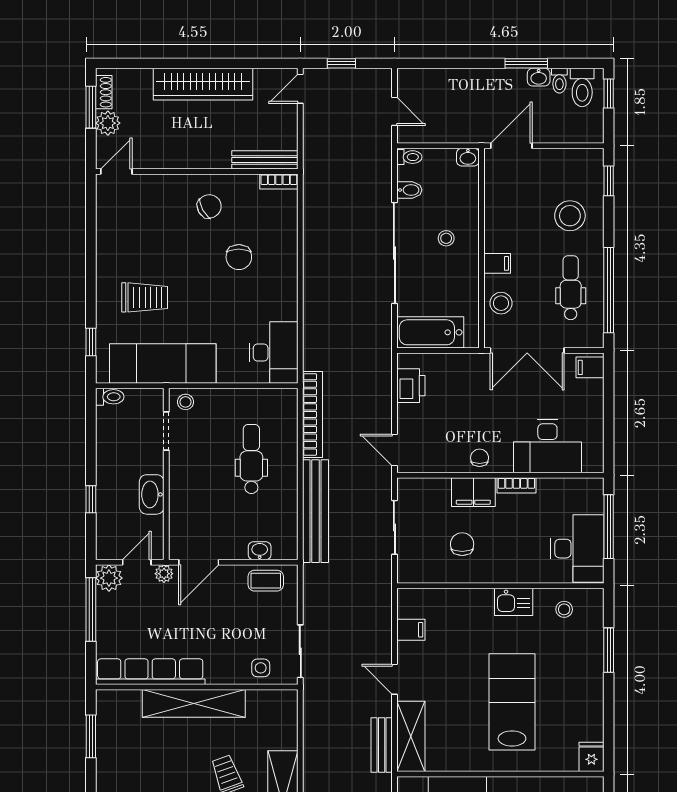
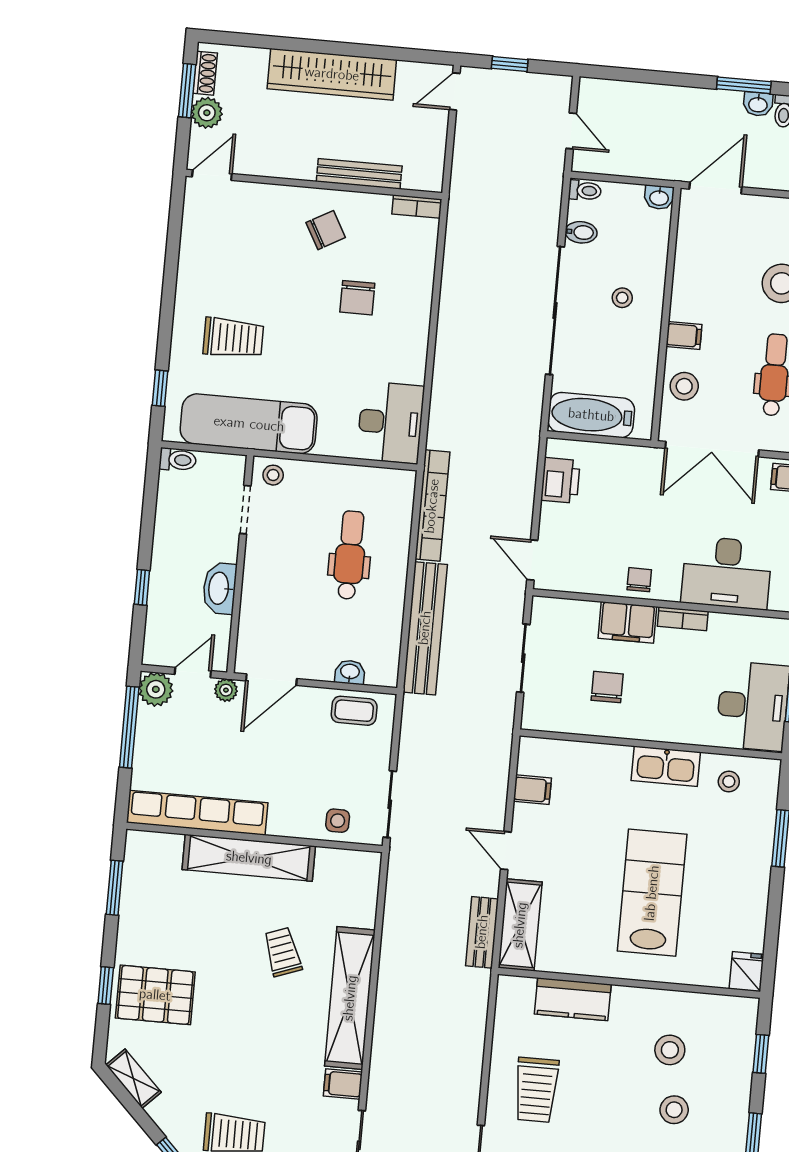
bench: (265, 160) -> (359, 174), moved
kitchen sink: (514, 602) -> (666, 766), width x1.38

